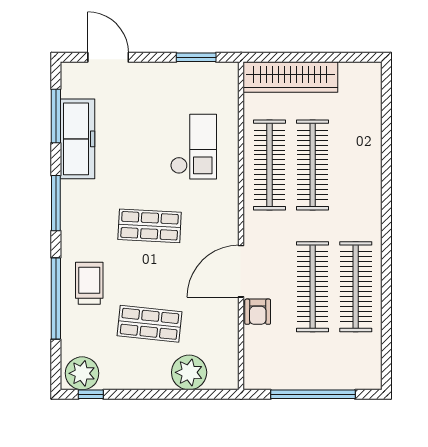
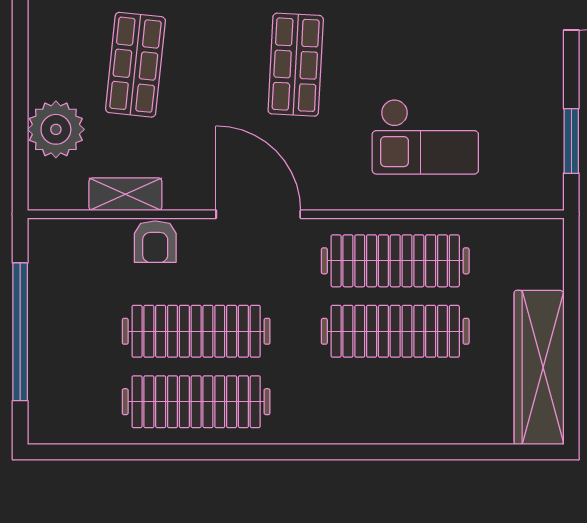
wardrobe: (290, 77) -> (539, 368), moved
door: (241, 271) -> (258, 214), moved
armchair: (258, 312) -> (155, 242), turned -90
shelving: (229, 330) -> (125, 194), added

